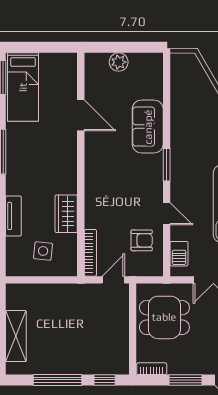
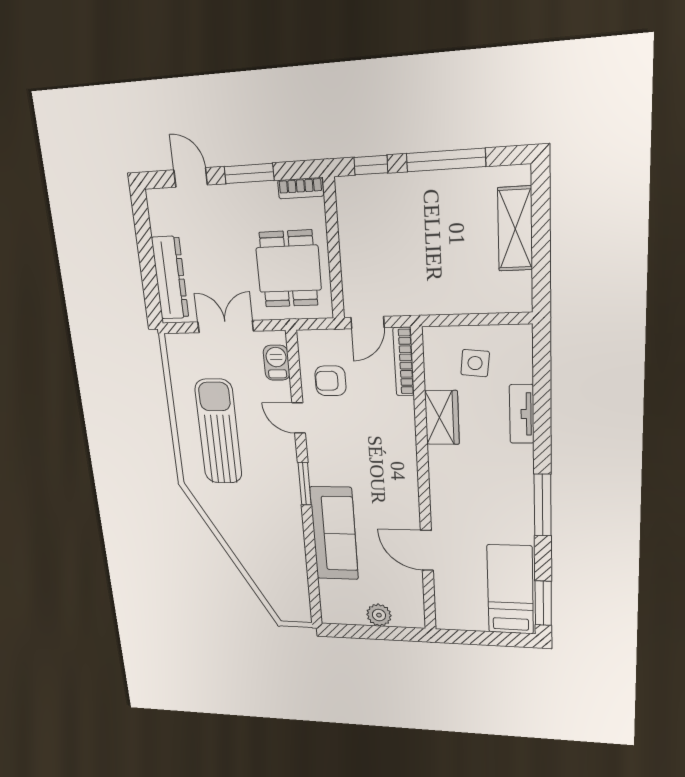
sofa: (148, 127) -> (334, 533), width x1.36
dining table: (164, 317) -> (289, 269), turned 90

